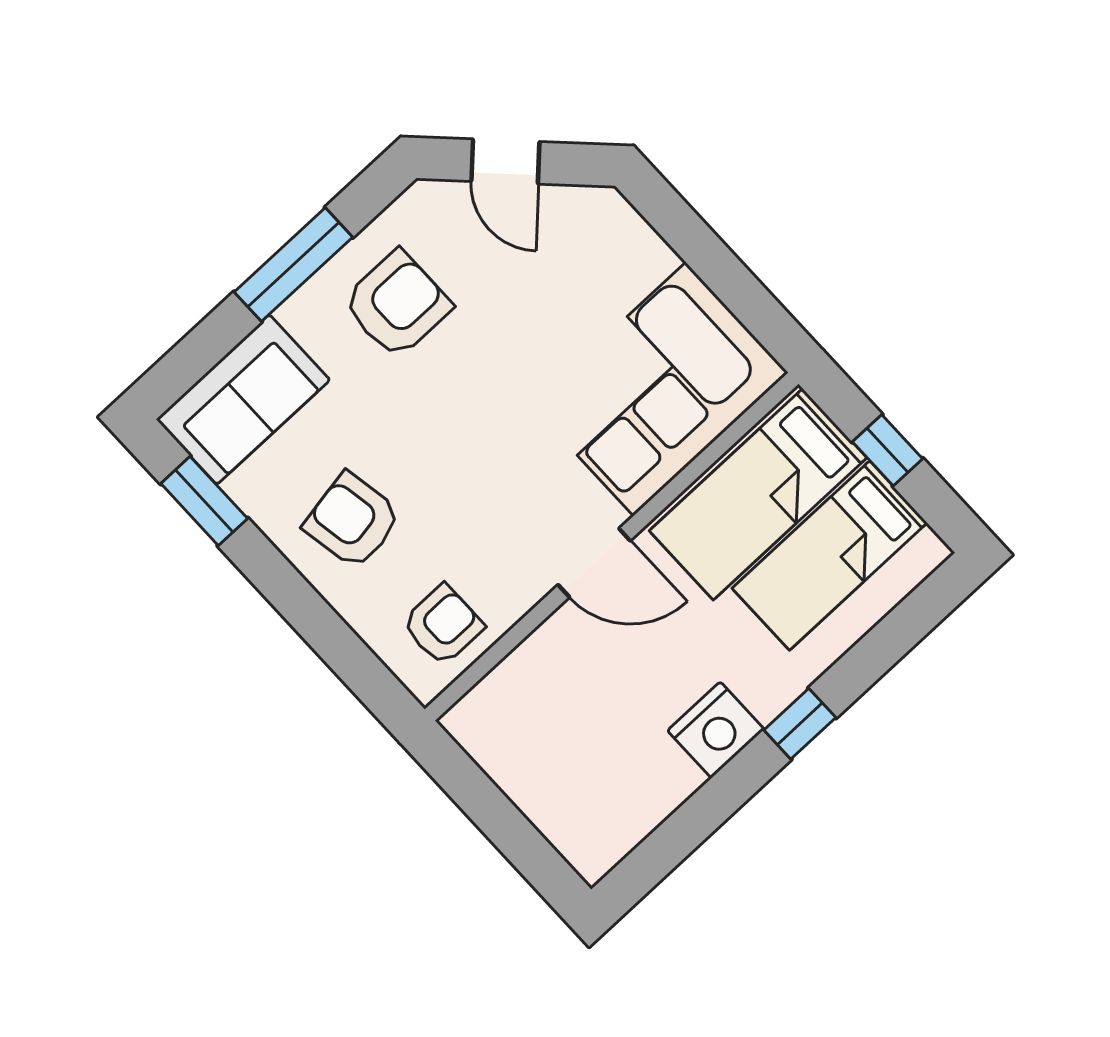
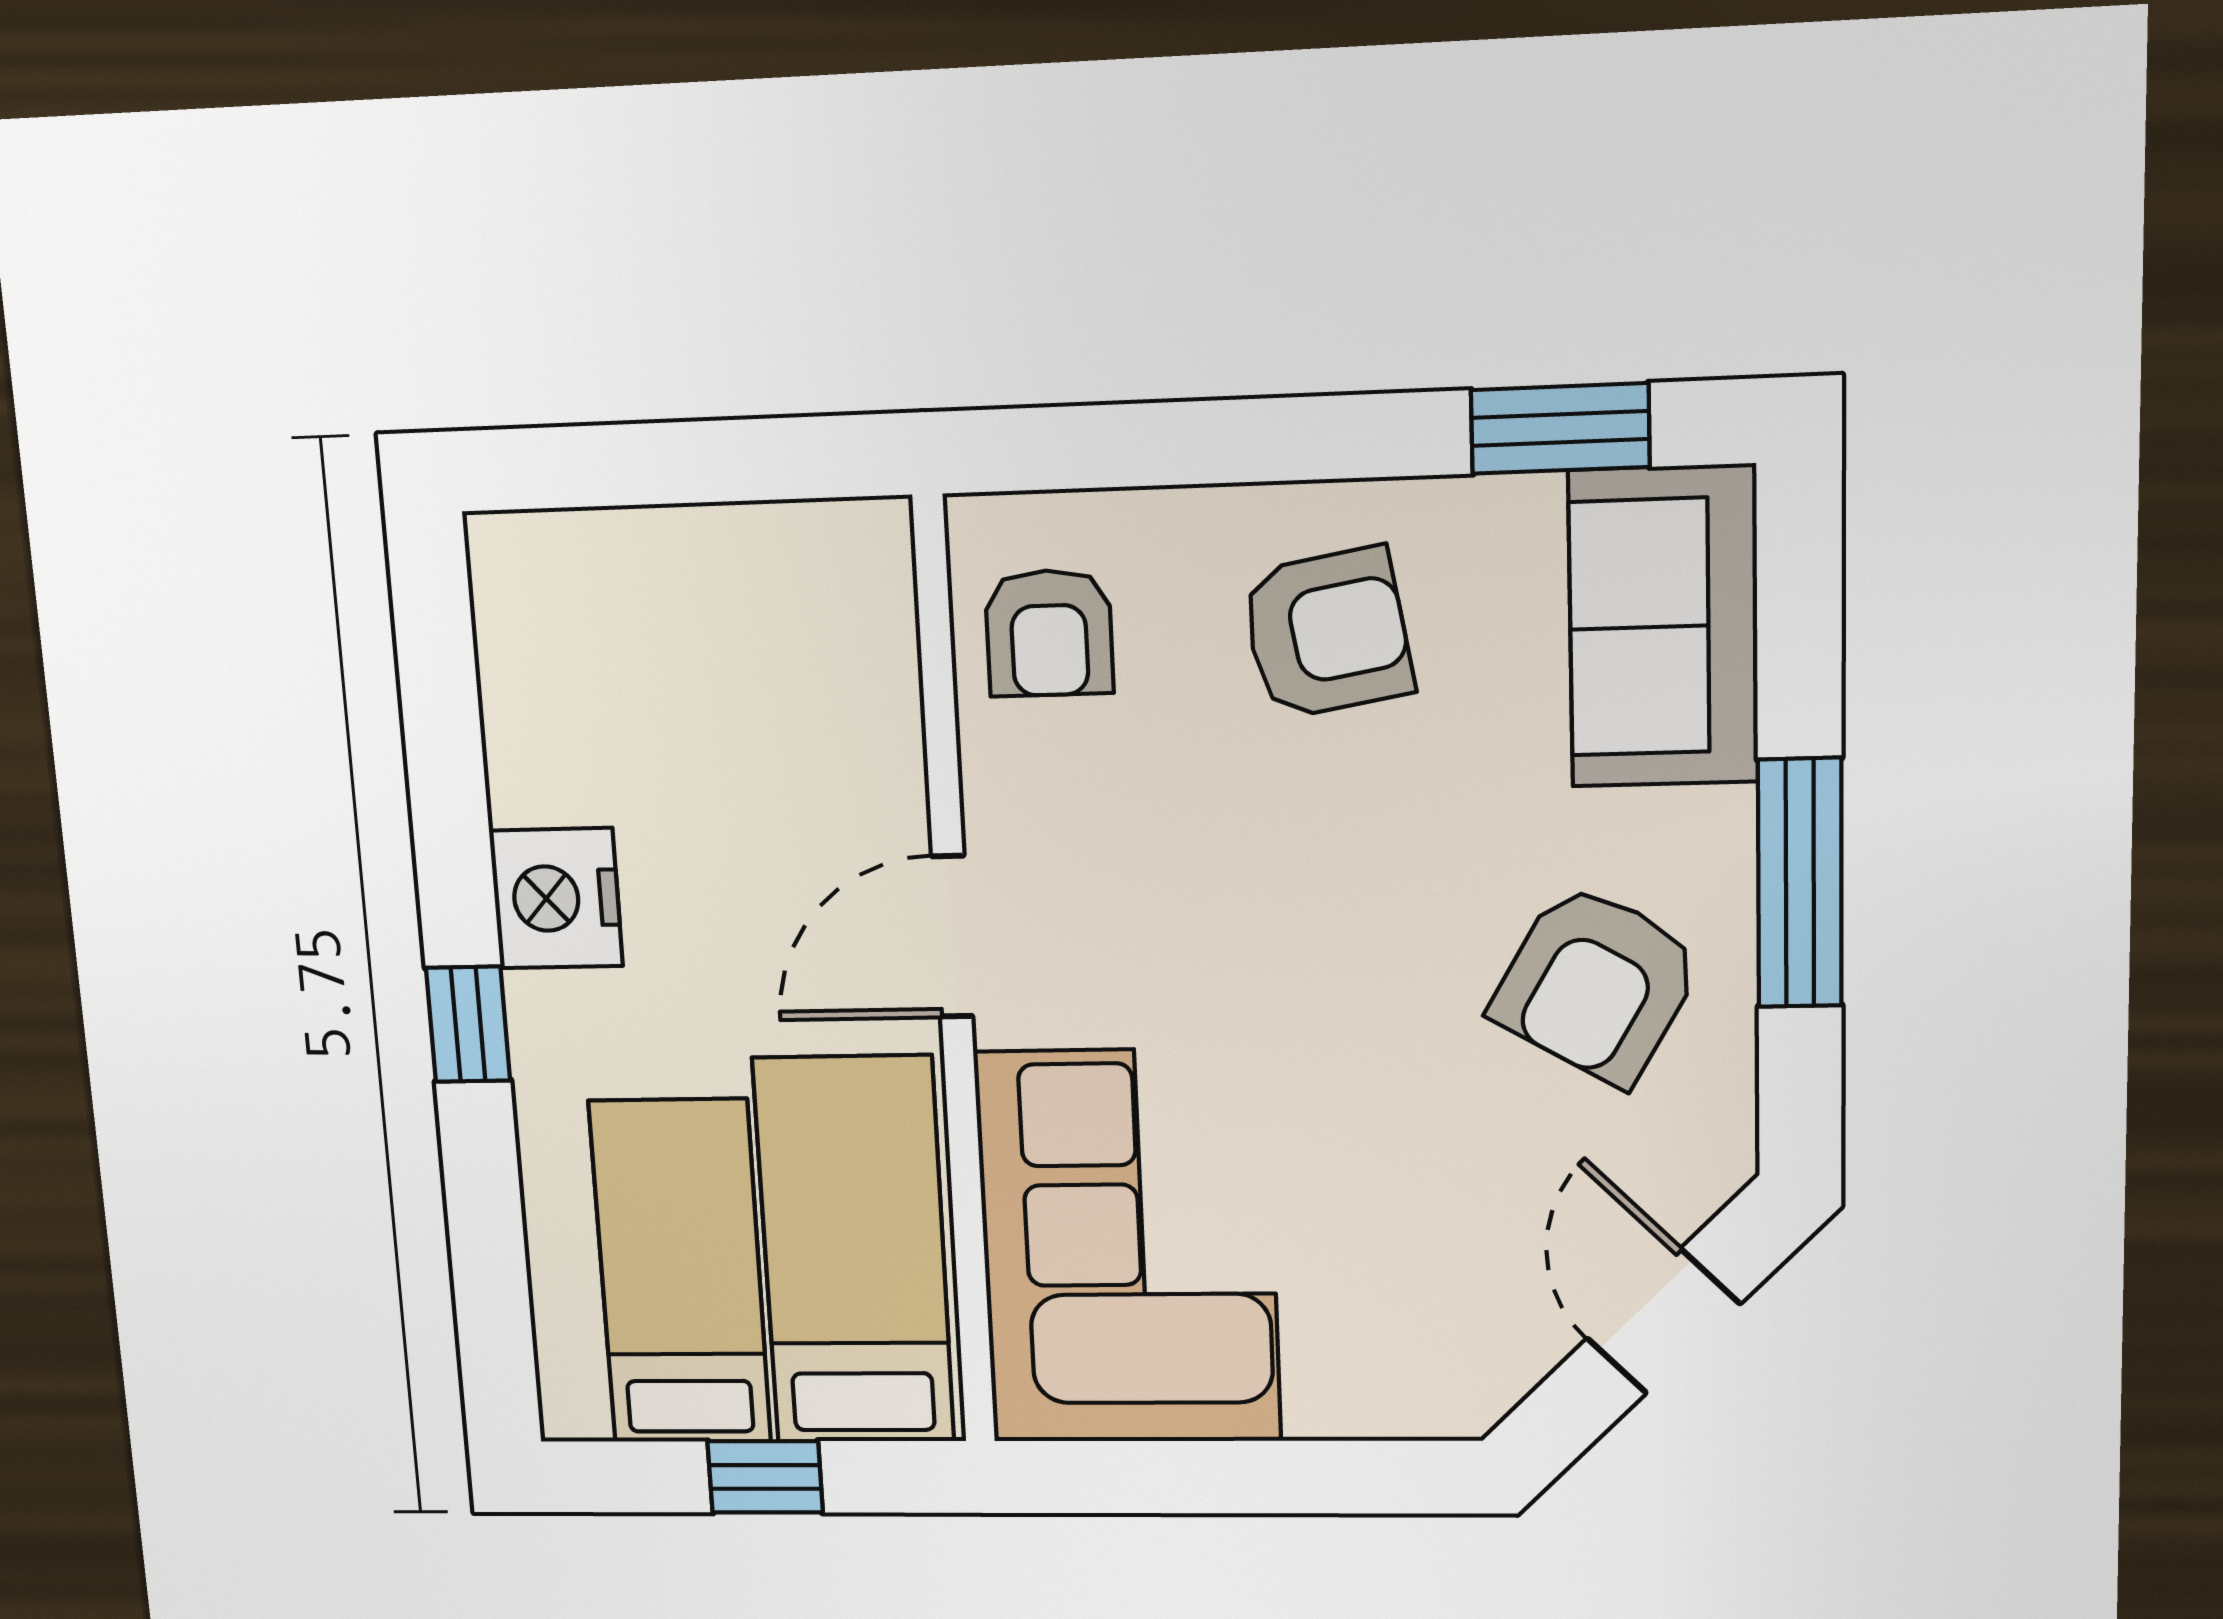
door: (505, 161) -> (1663, 1321), hinge flipped
armchair: (397, 304) -> (1597, 984), turned 30

